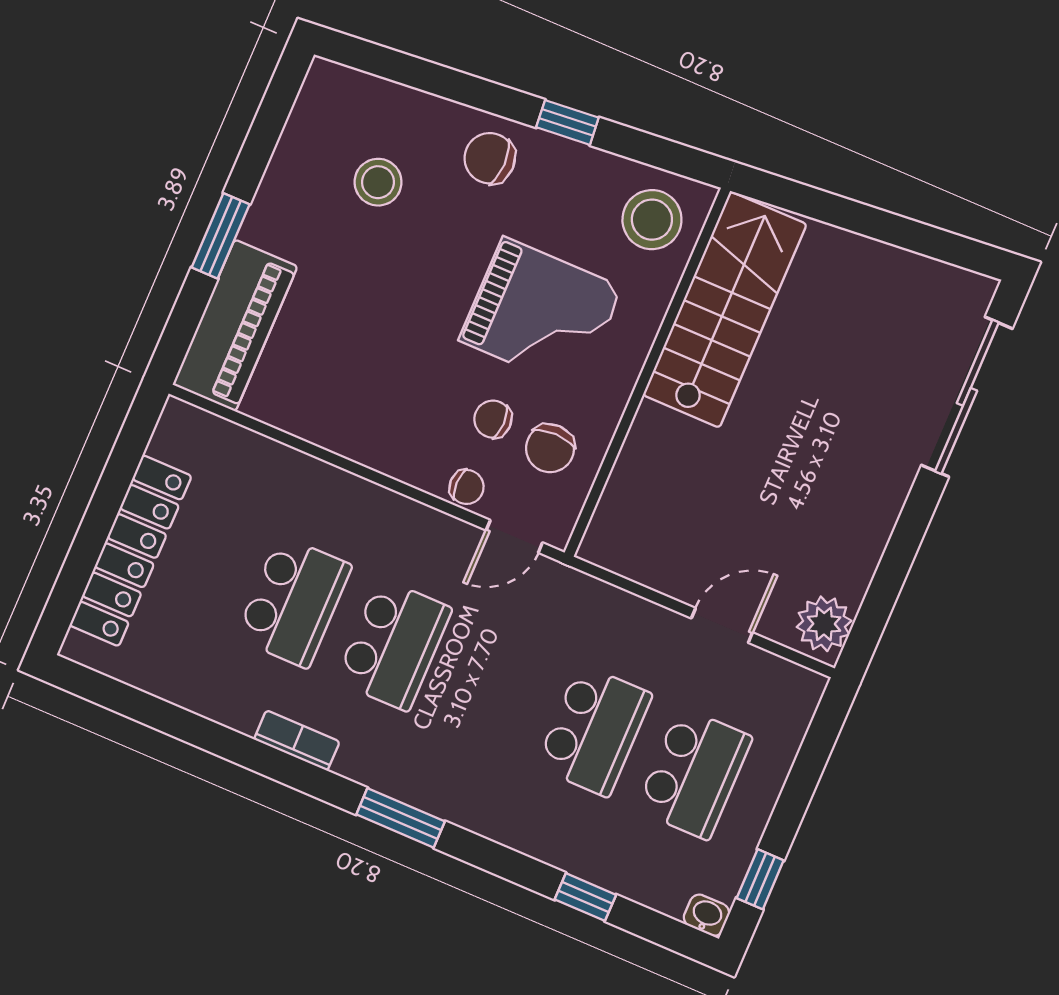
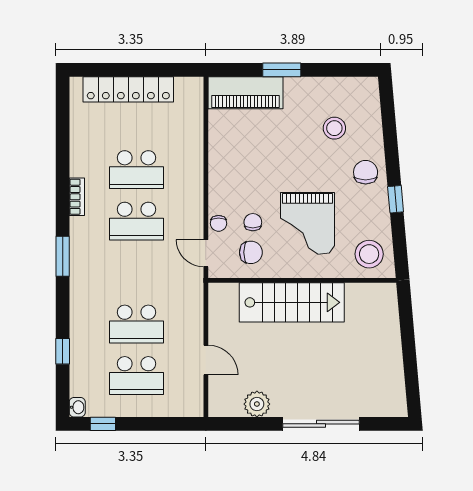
stairs: (725, 310) -> (292, 302), moved
sliding door: (967, 397) -> (321, 424), moved
chair: (550, 448) -> (251, 252), turned 180
plant: (824, 624) -> (257, 404), moved

